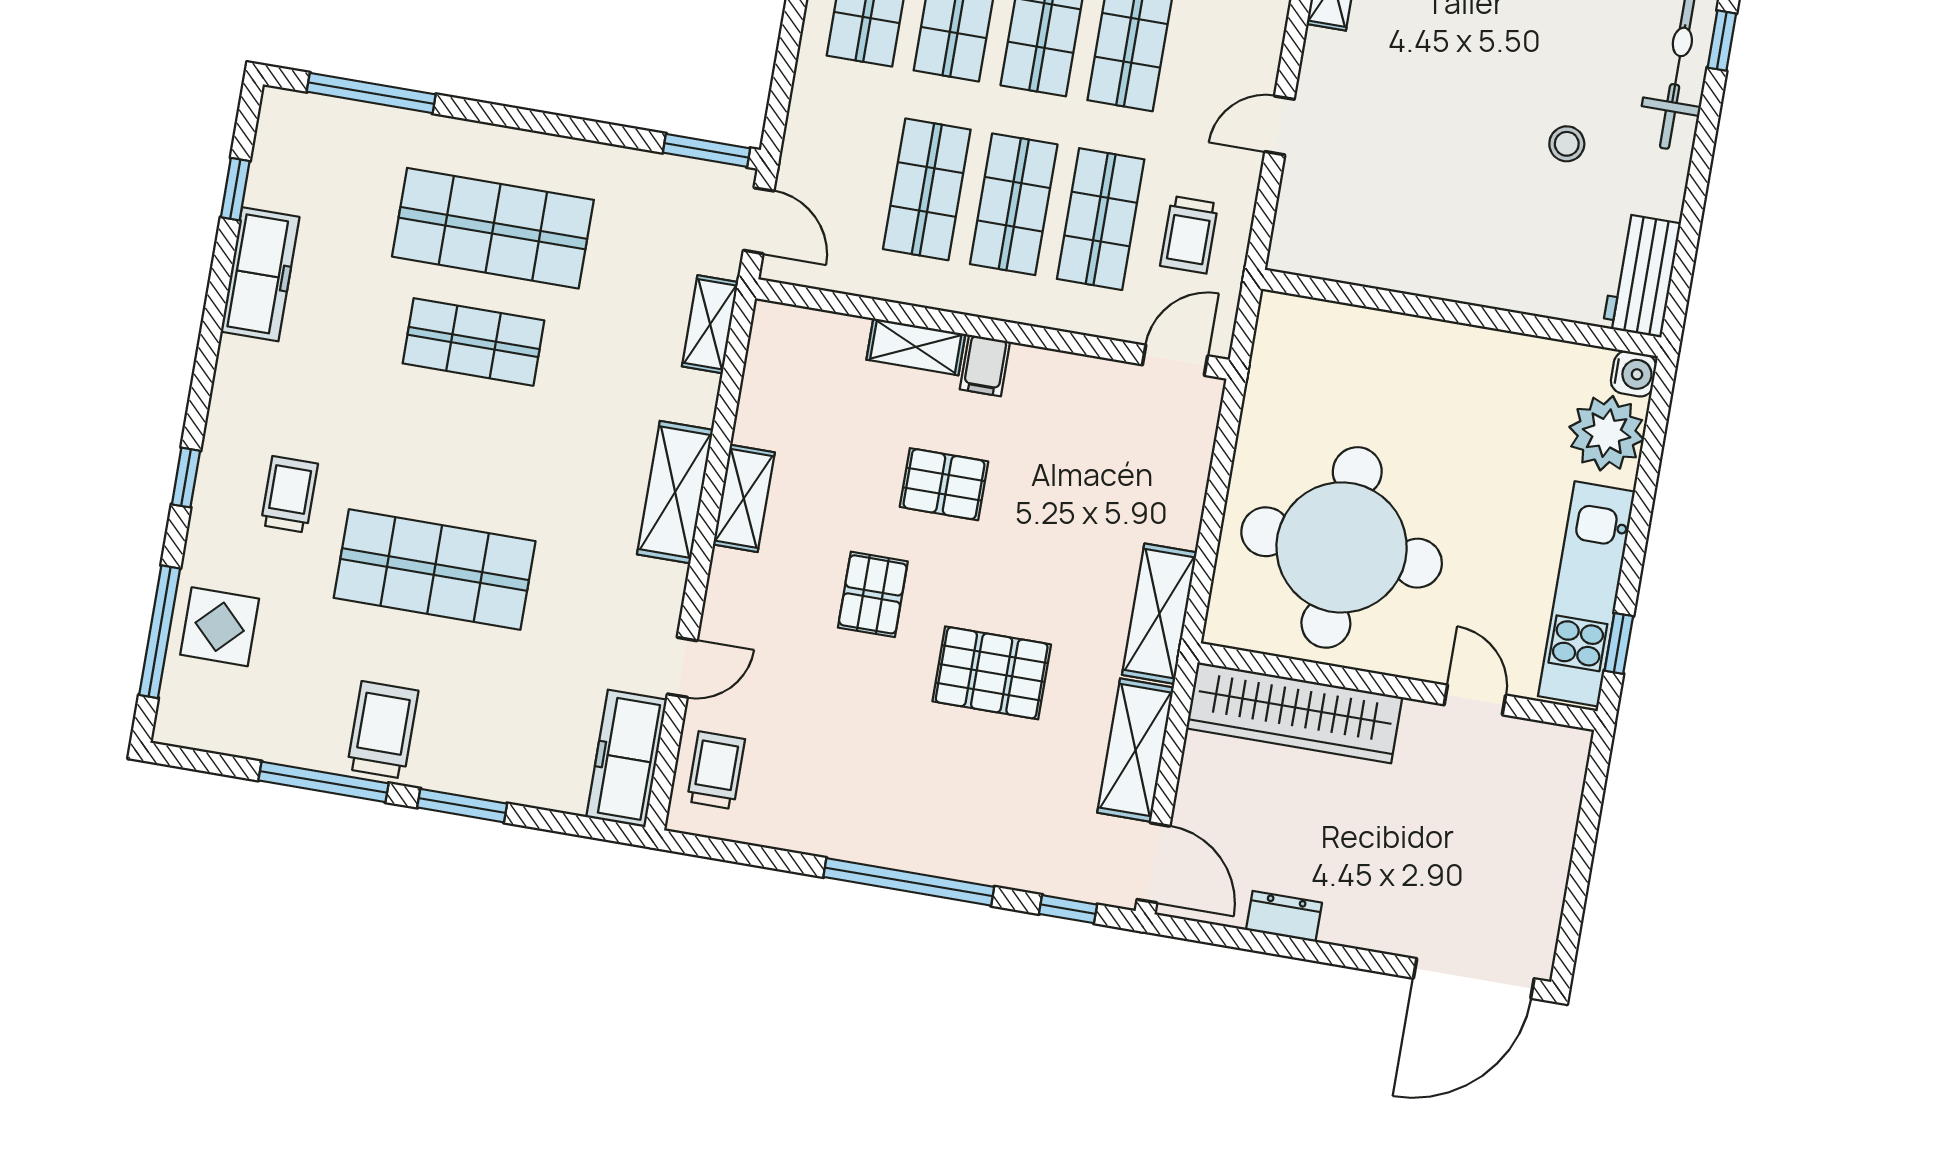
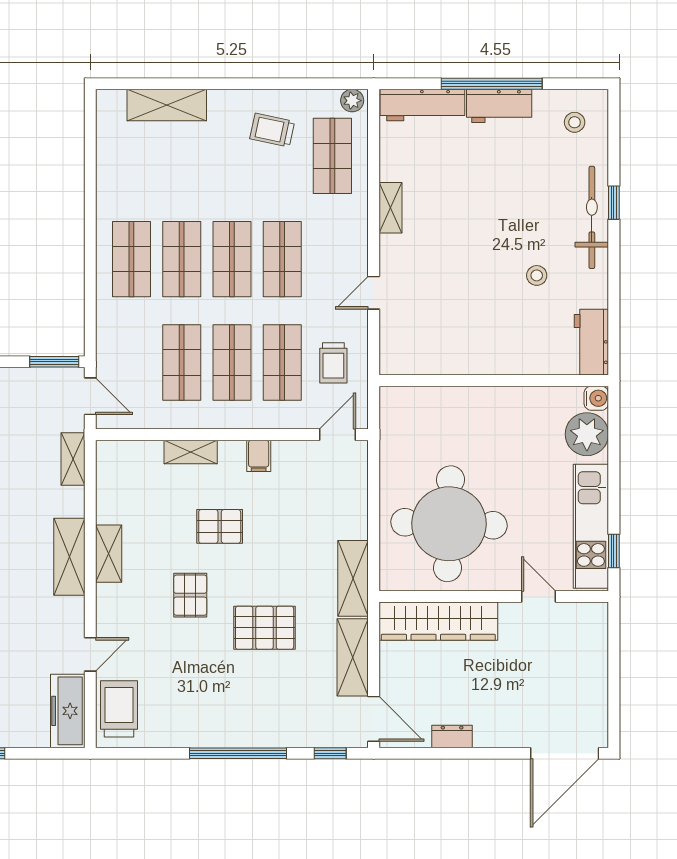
filing cabinet: (985, 366) -> (259, 456), moved
trolley: (716, 770) -> (119, 709), width x1.36, depth x1.39

